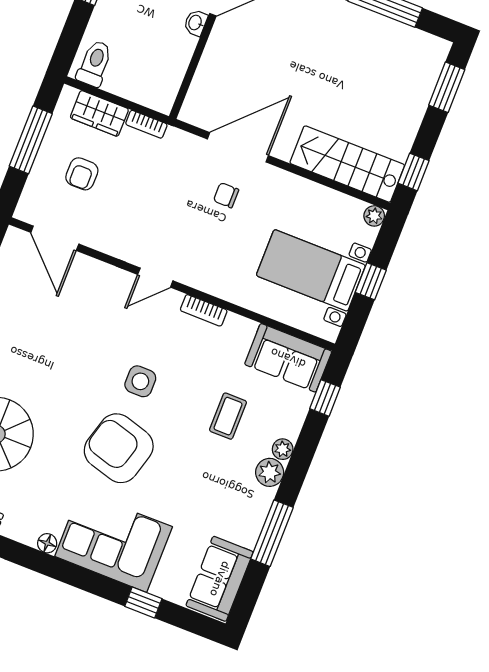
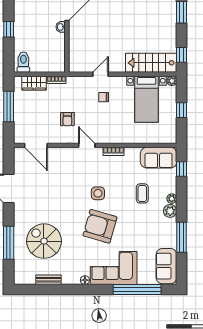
door: (238, 147) -> (100, 74), width x0.53
armchair: (82, 174) -> (67, 119), moved
bed with nightstands: (311, 270) -> (147, 99), moved, turned -90
door: (155, 278) -> (87, 145), swing flipped
window: (143, 602) -> (137, 290), width x3.17

